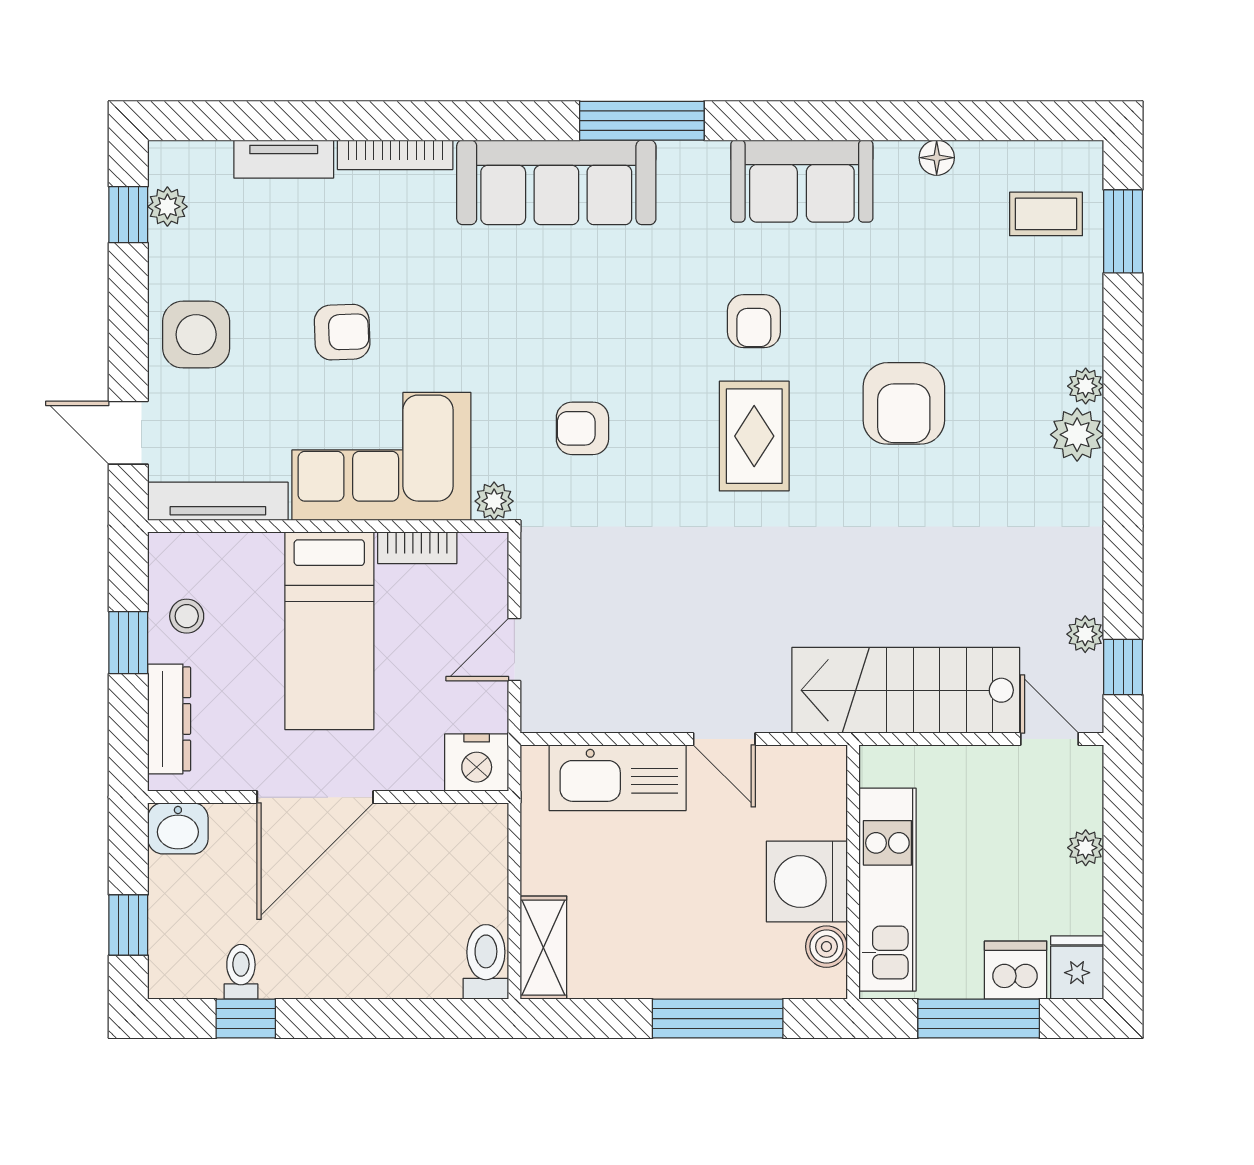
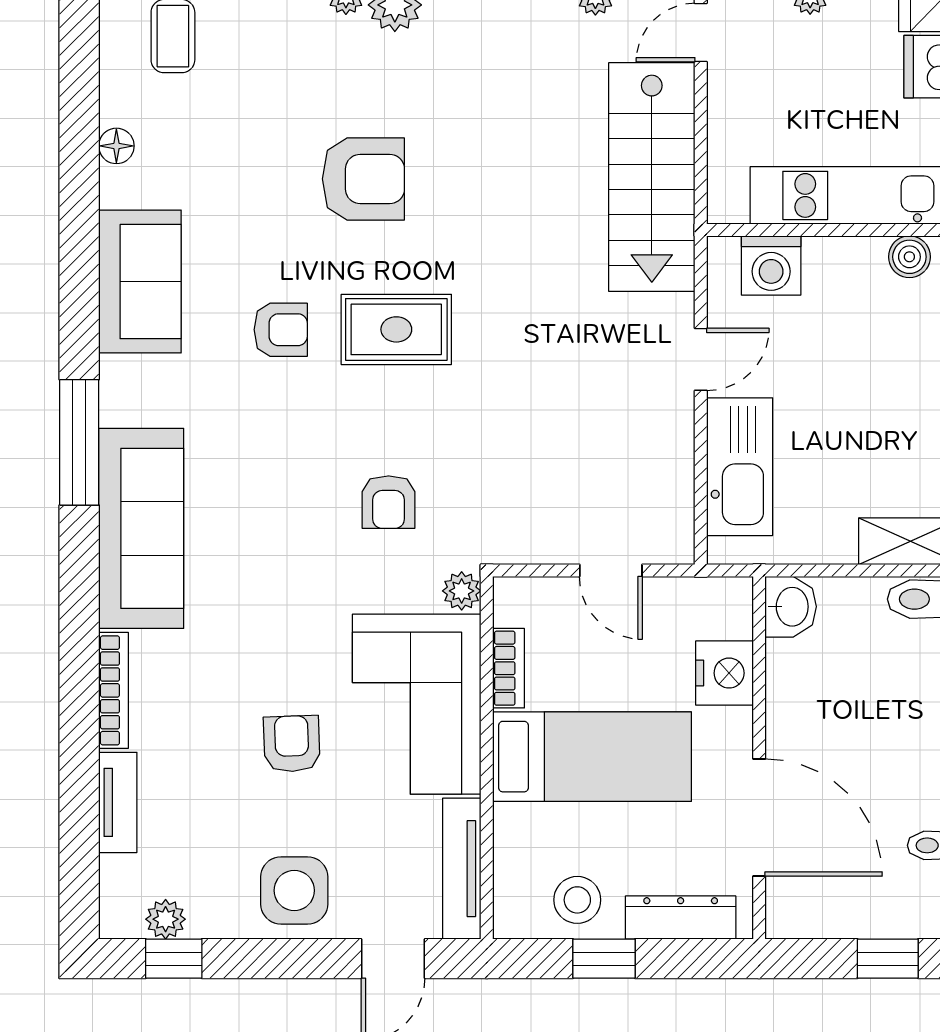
stool: (187, 616) -> (577, 900), width x1.37, depth x1.37
nightstand: (477, 763) -> (724, 673), moved
door: (315, 797) -> (759, 818), moved
washbasin: (178, 828) -> (791, 607), moved
washing machine: (807, 881) -> (771, 266), moved, width x0.73, depth x0.73

